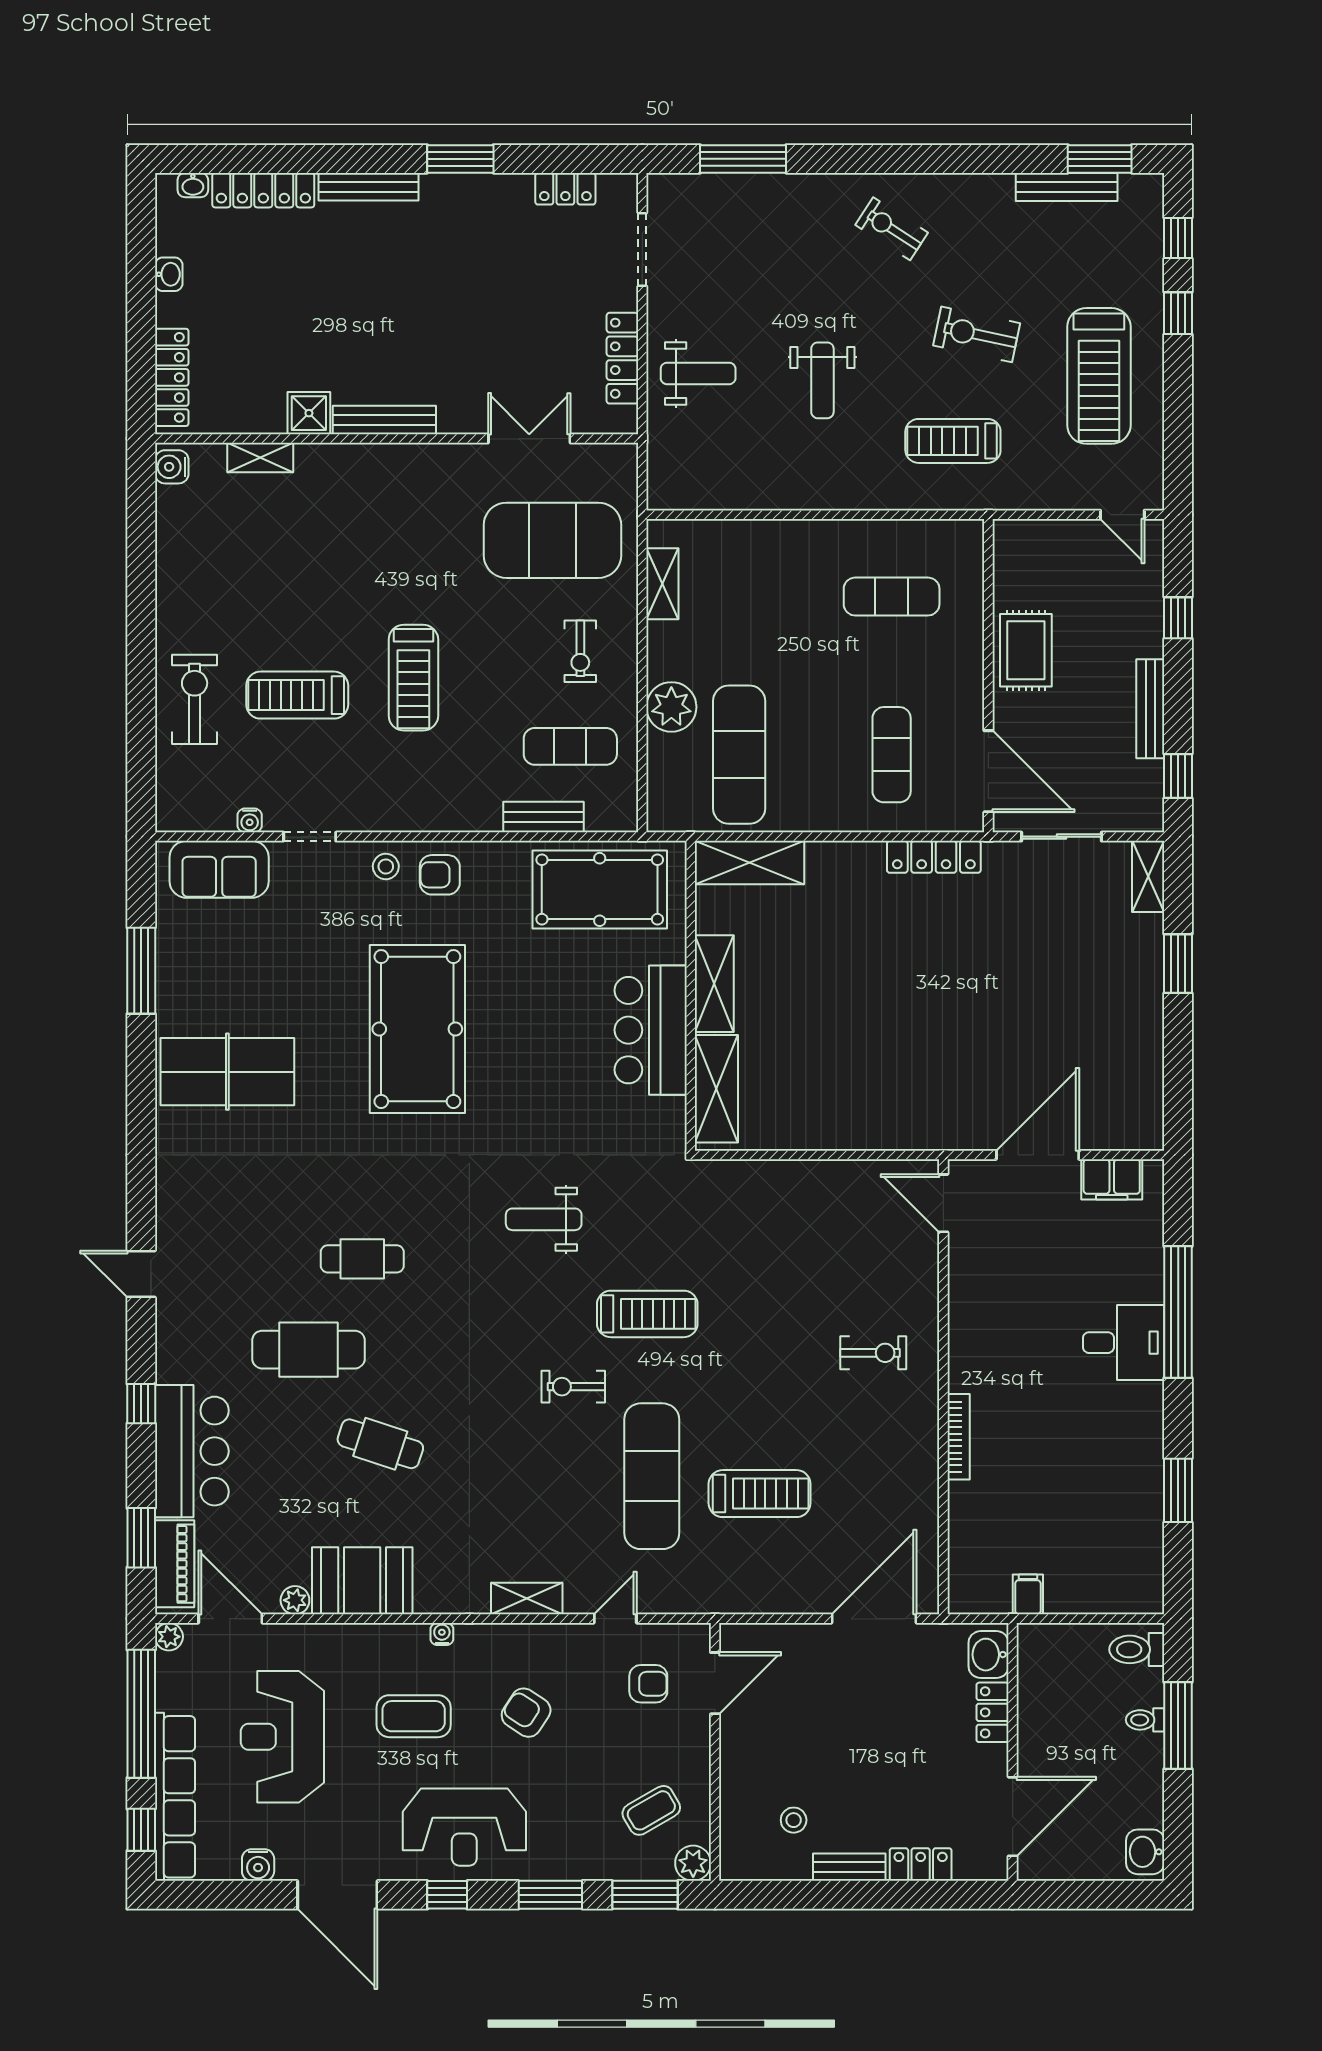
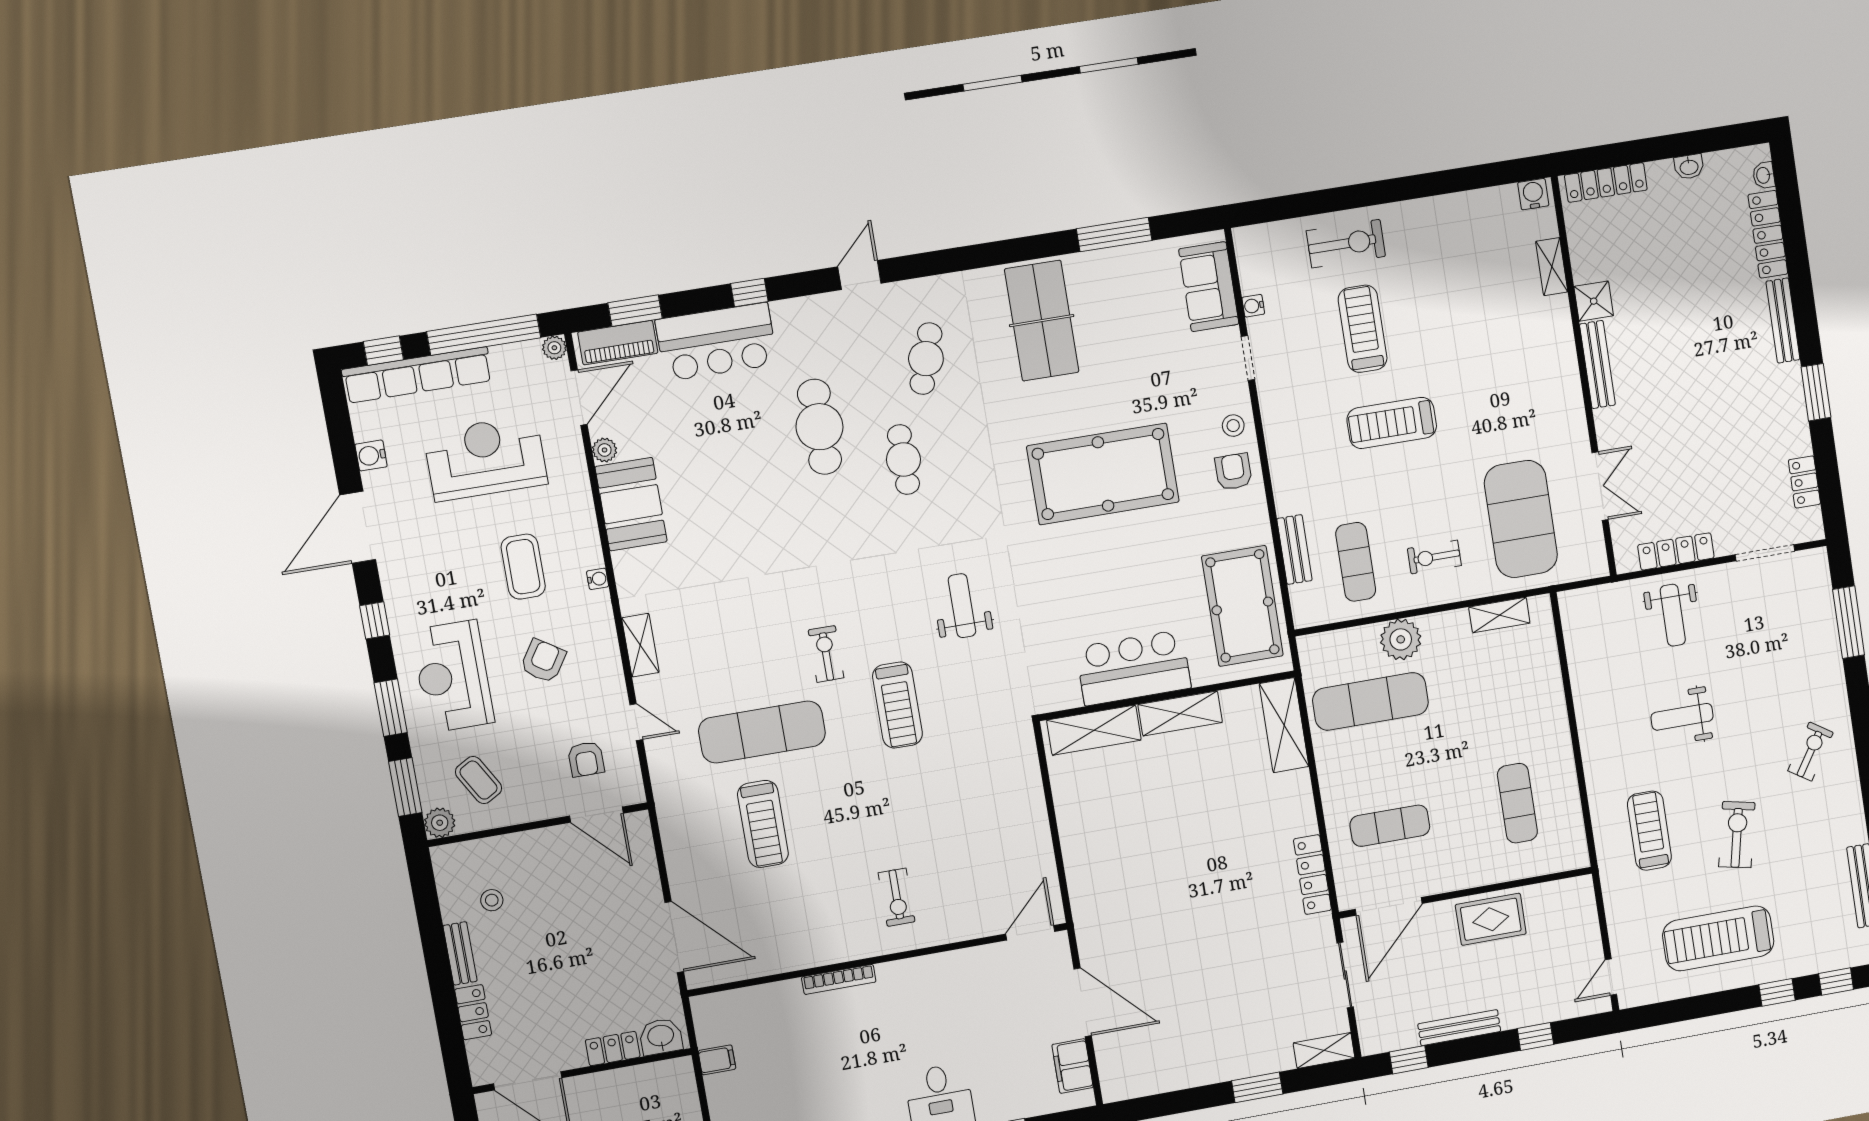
cafe table: (380, 1444) -> (926, 359), moved
reception desk: (464, 1827) -> (453, 676), moved

